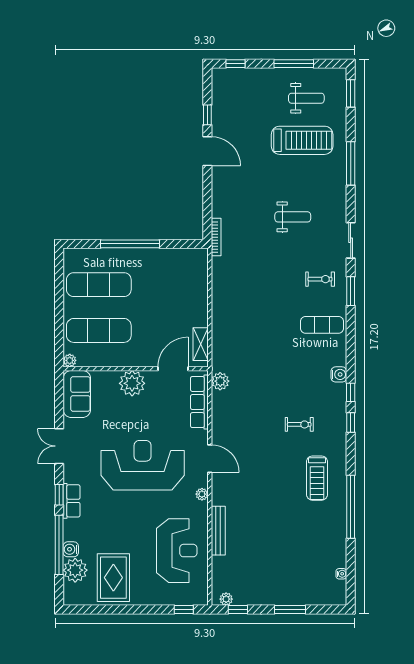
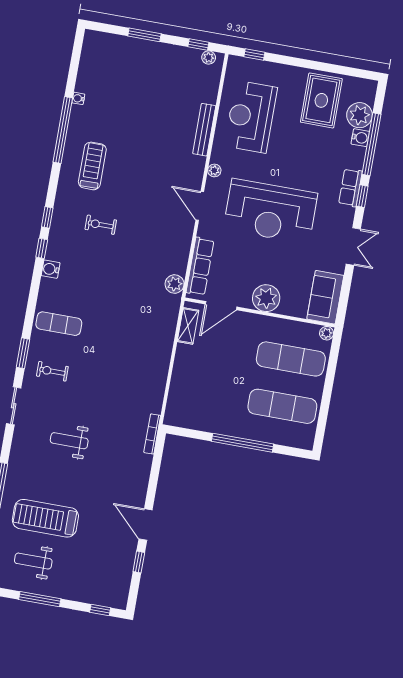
water cooler: (341, 574) -> (78, 98), moved

